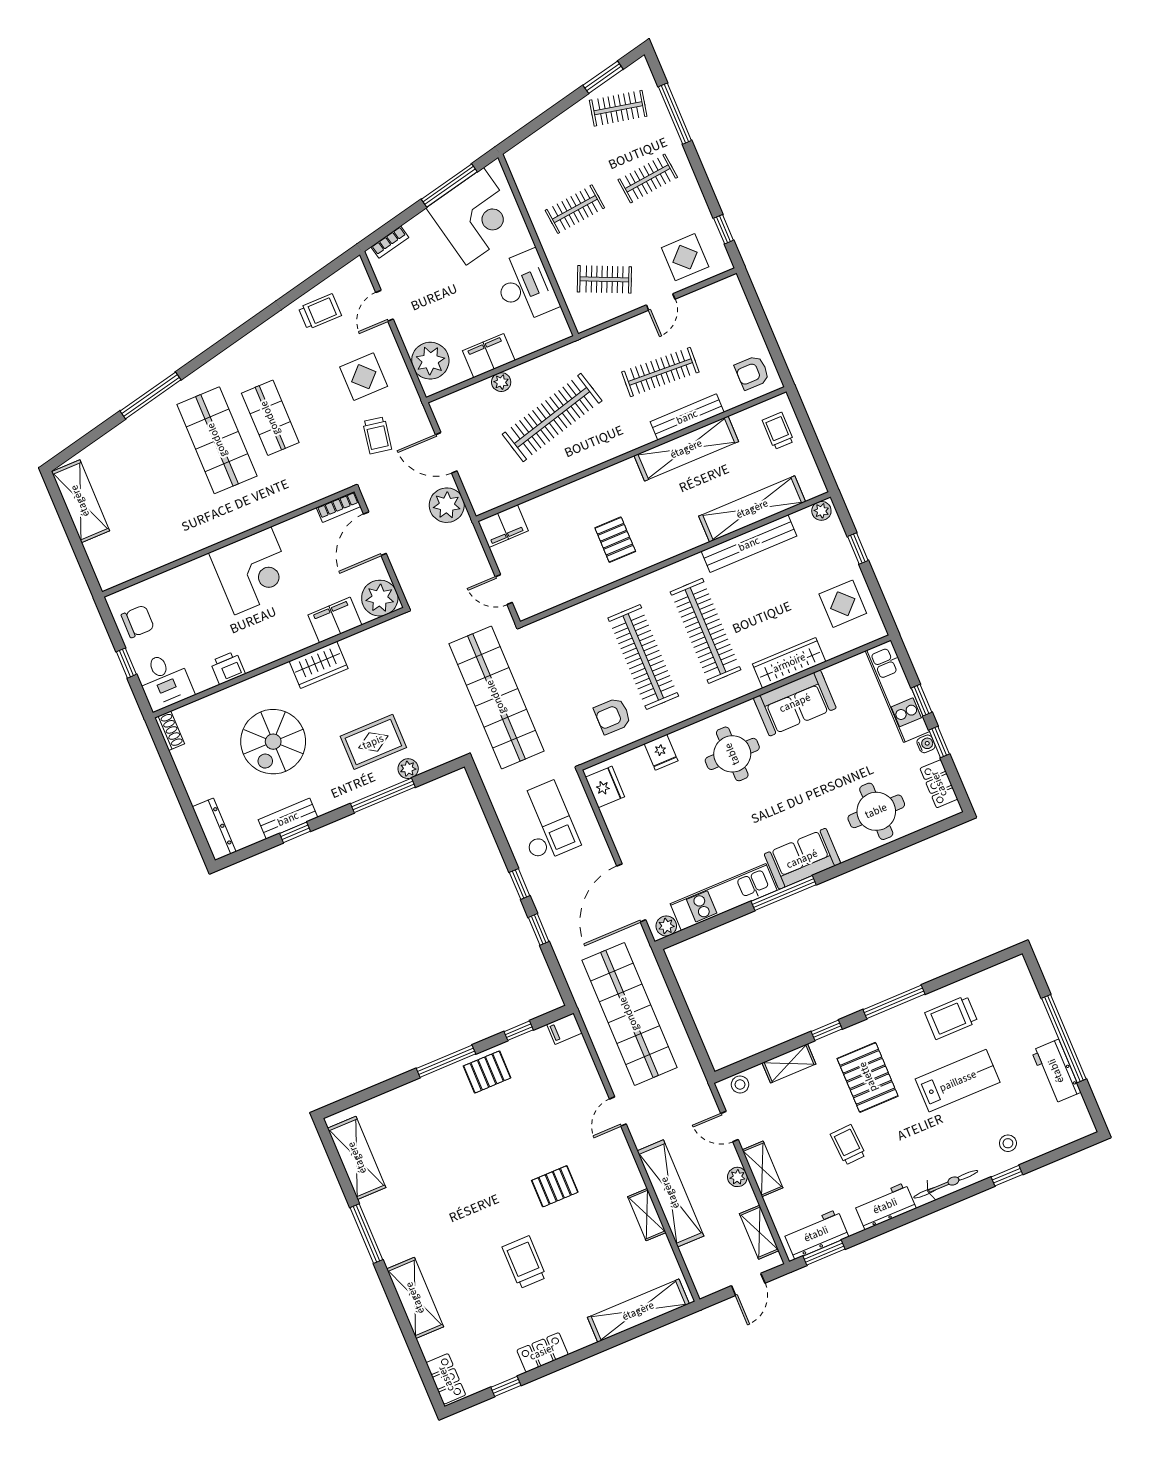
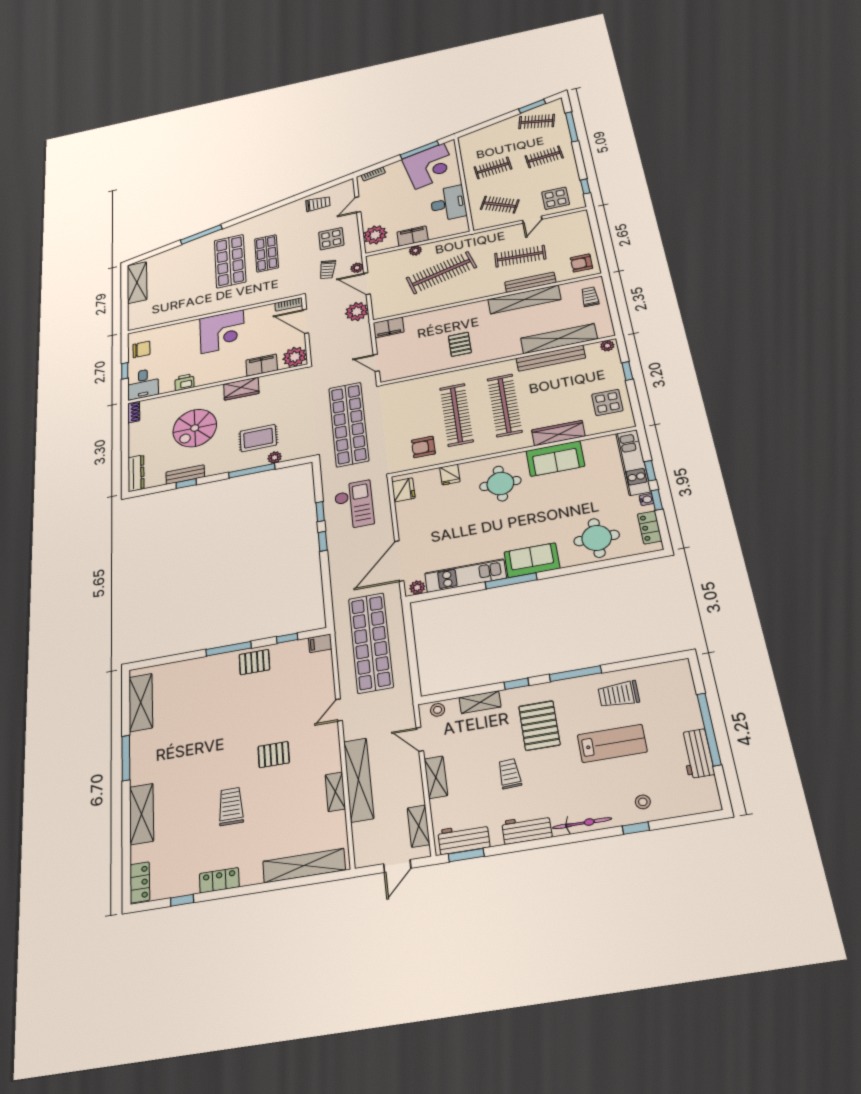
door: (375, 534) -> (306, 321), hinge flipped
window: (539, 929) -> (320, 512), moved
plant: (737, 1177) -> (357, 268), moved

